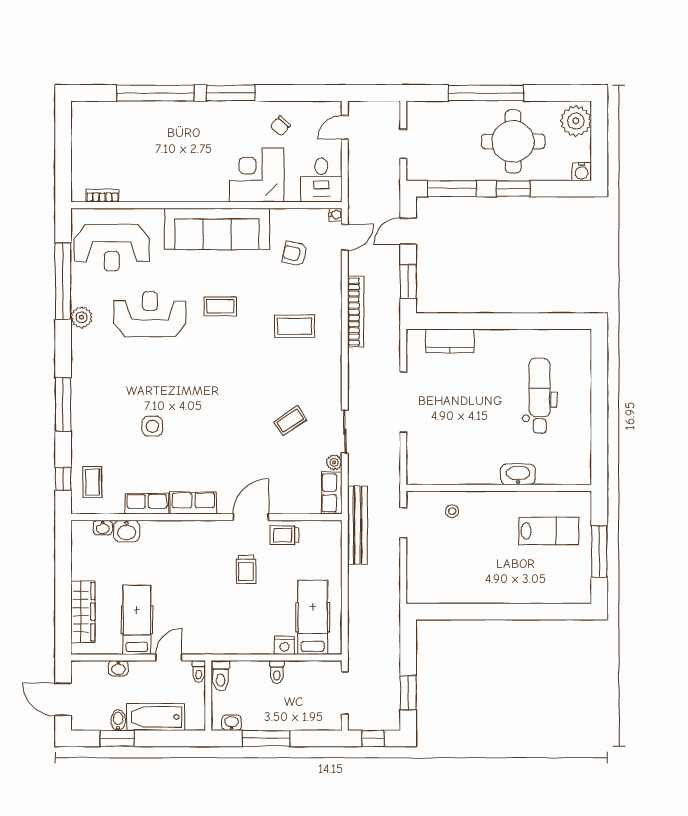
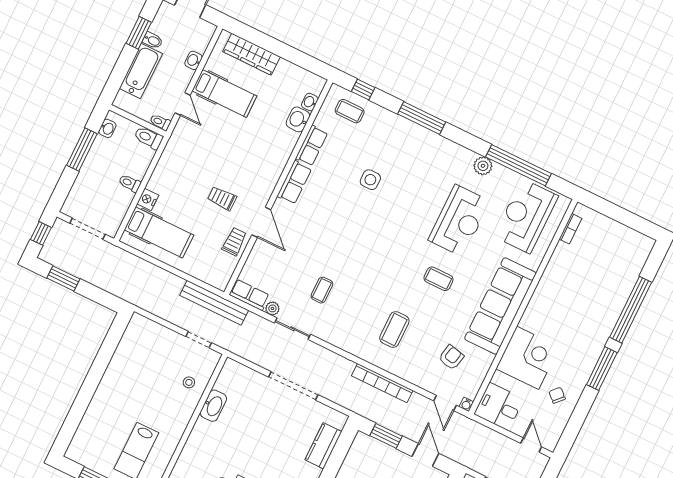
coffee table: (220, 306) -> (438, 279), turned 90
coffee table: (290, 421) -> (322, 290), turned 34
washbasin: (518, 474) -> (213, 406), moved

